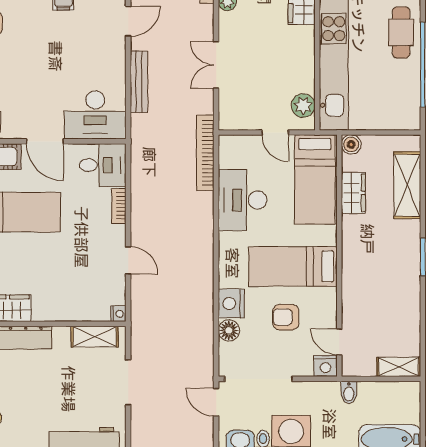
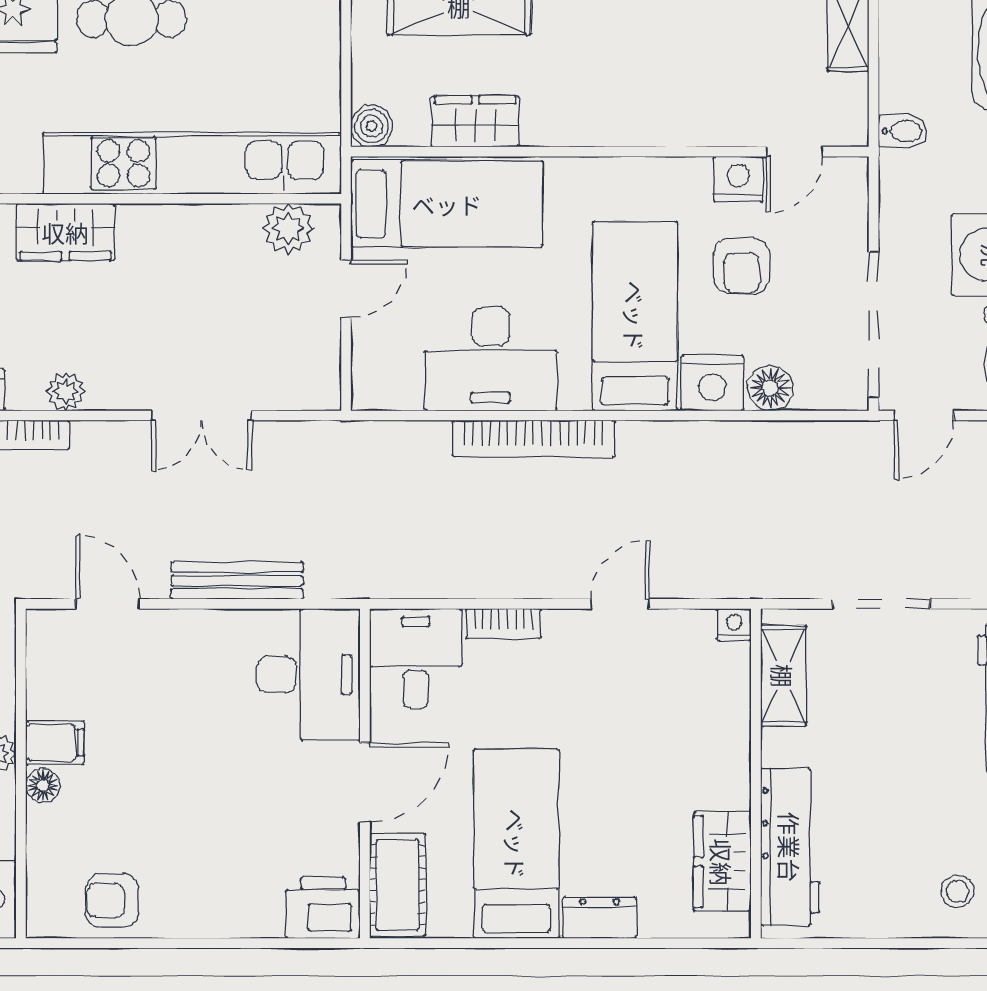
bookcase: (205, 153) -> (534, 439), moved
bed: (293, 266) -> (635, 316), moved, turned 180
nightstand: (325, 366) -> (738, 179), moved, turned -90

